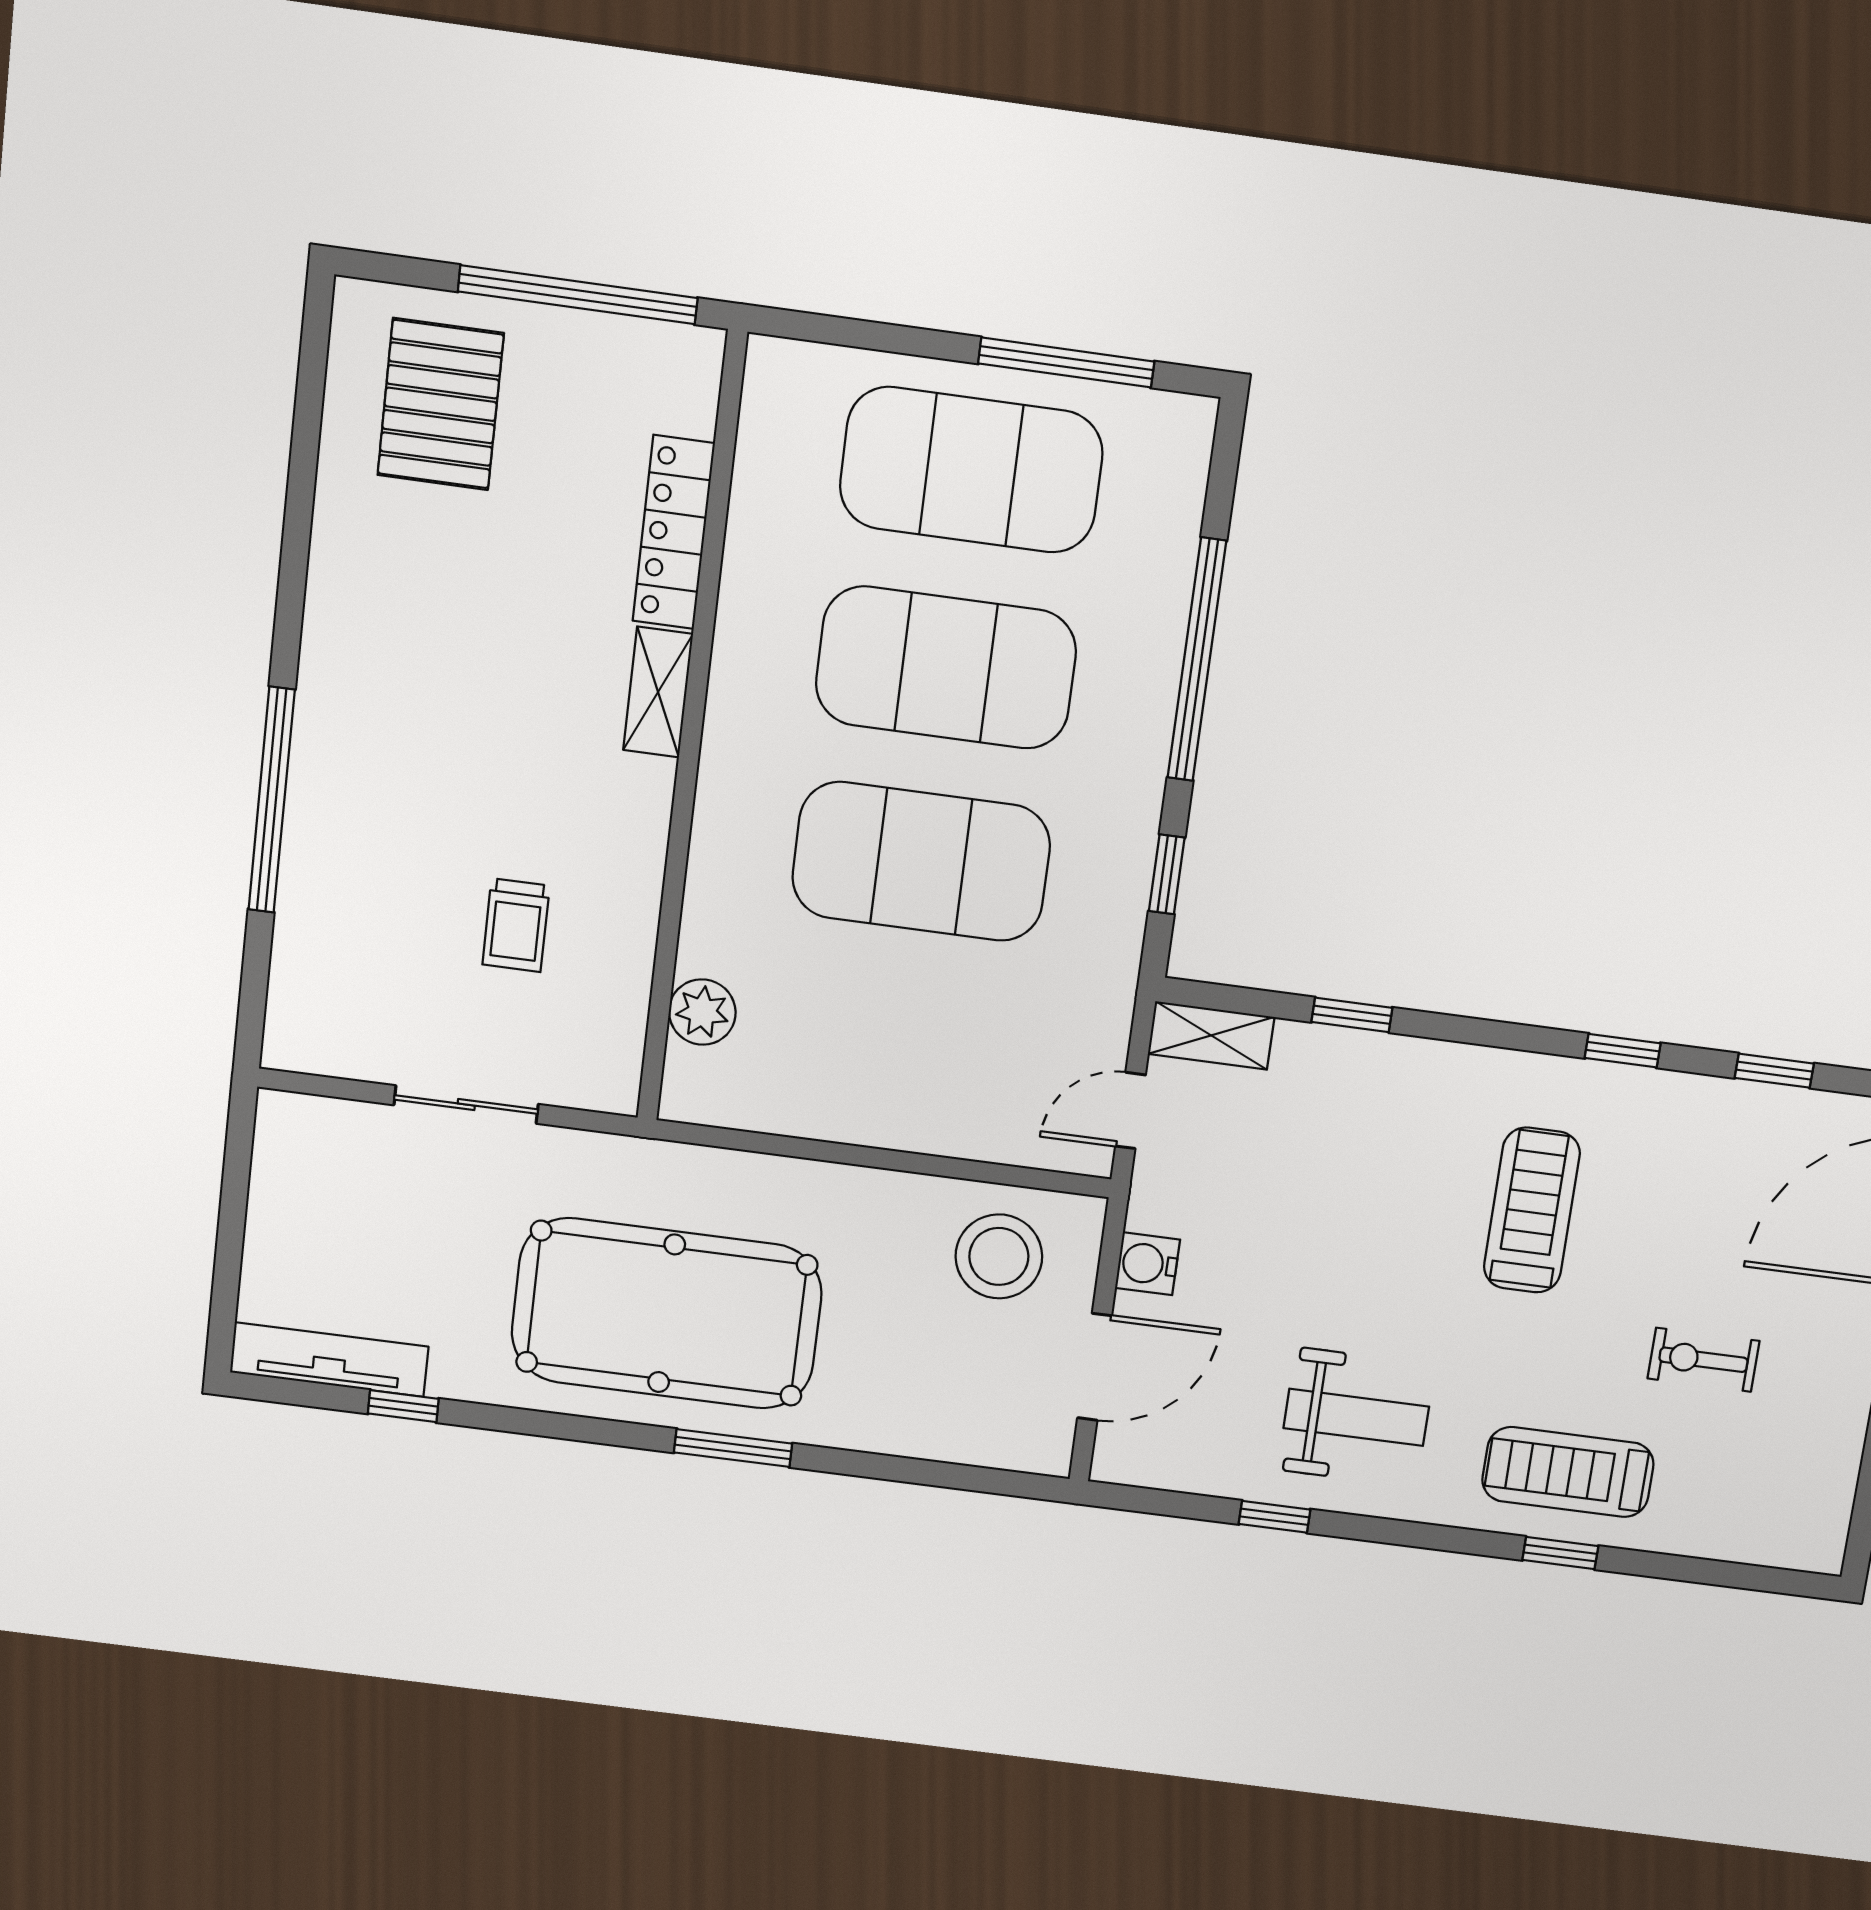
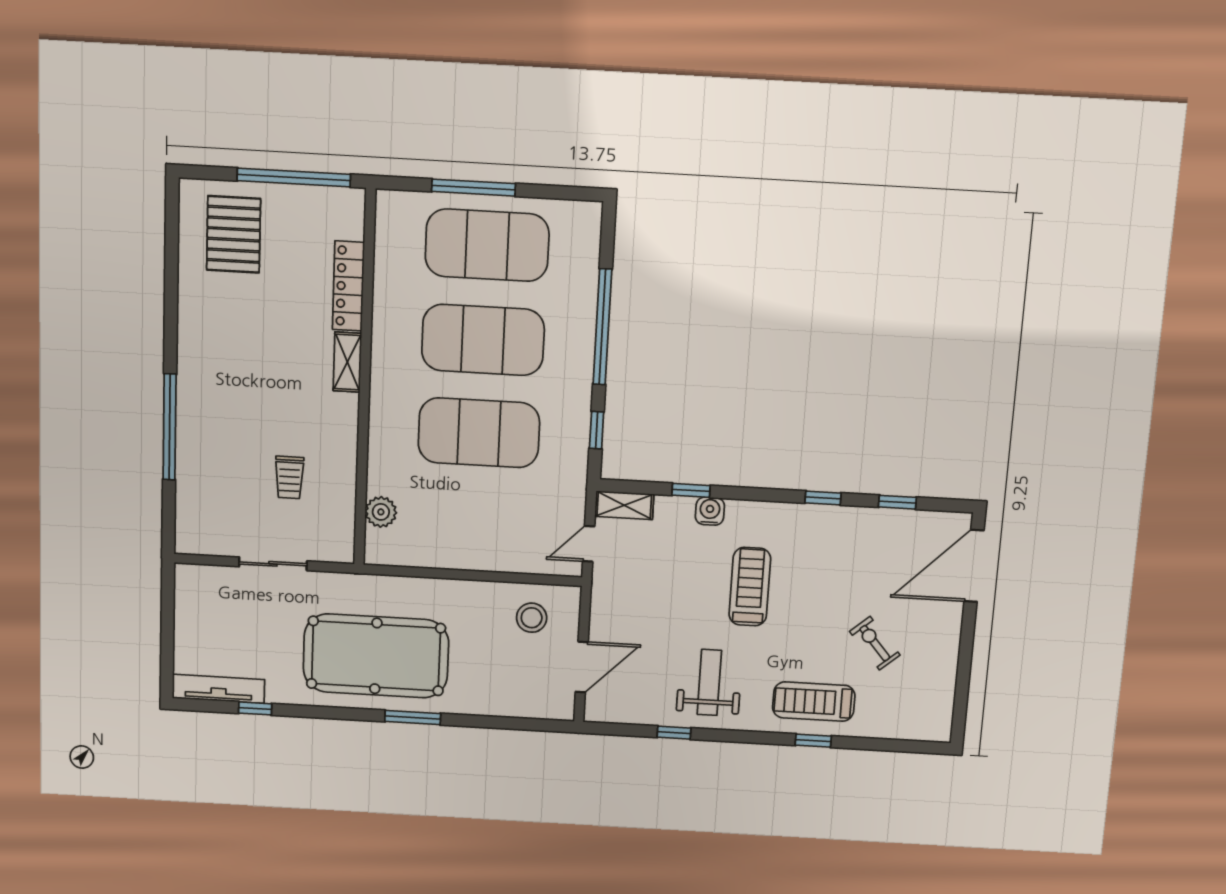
window: (1066, 362) -> (473, 188), moved
treadmill: (1532, 1210) -> (750, 587), moved
stool: (999, 1256) -> (532, 618), width x0.73, depth x0.73
water cooler: (1148, 1264) -> (710, 511), moved, turned 90
exercise bike: (1704, 1360) -> (875, 643), turned 49
weight bench: (1356, 1417) -> (709, 682), turned -90

